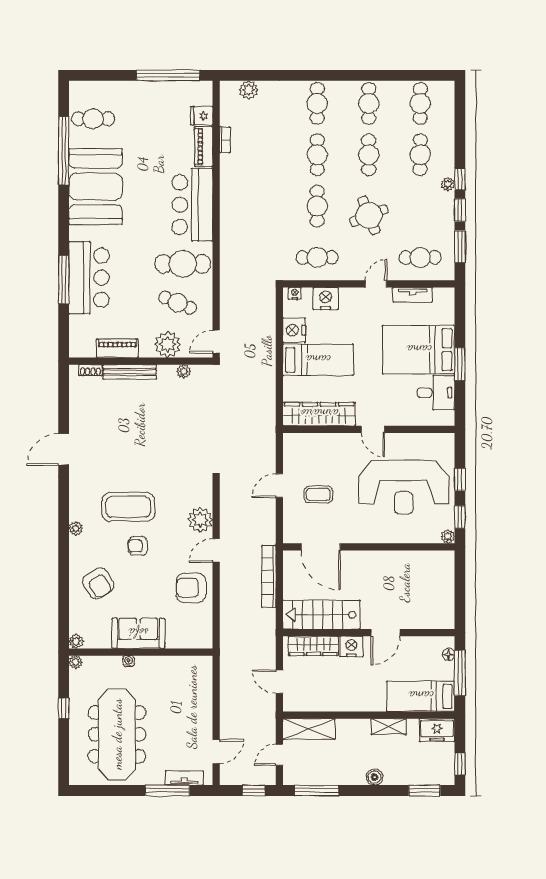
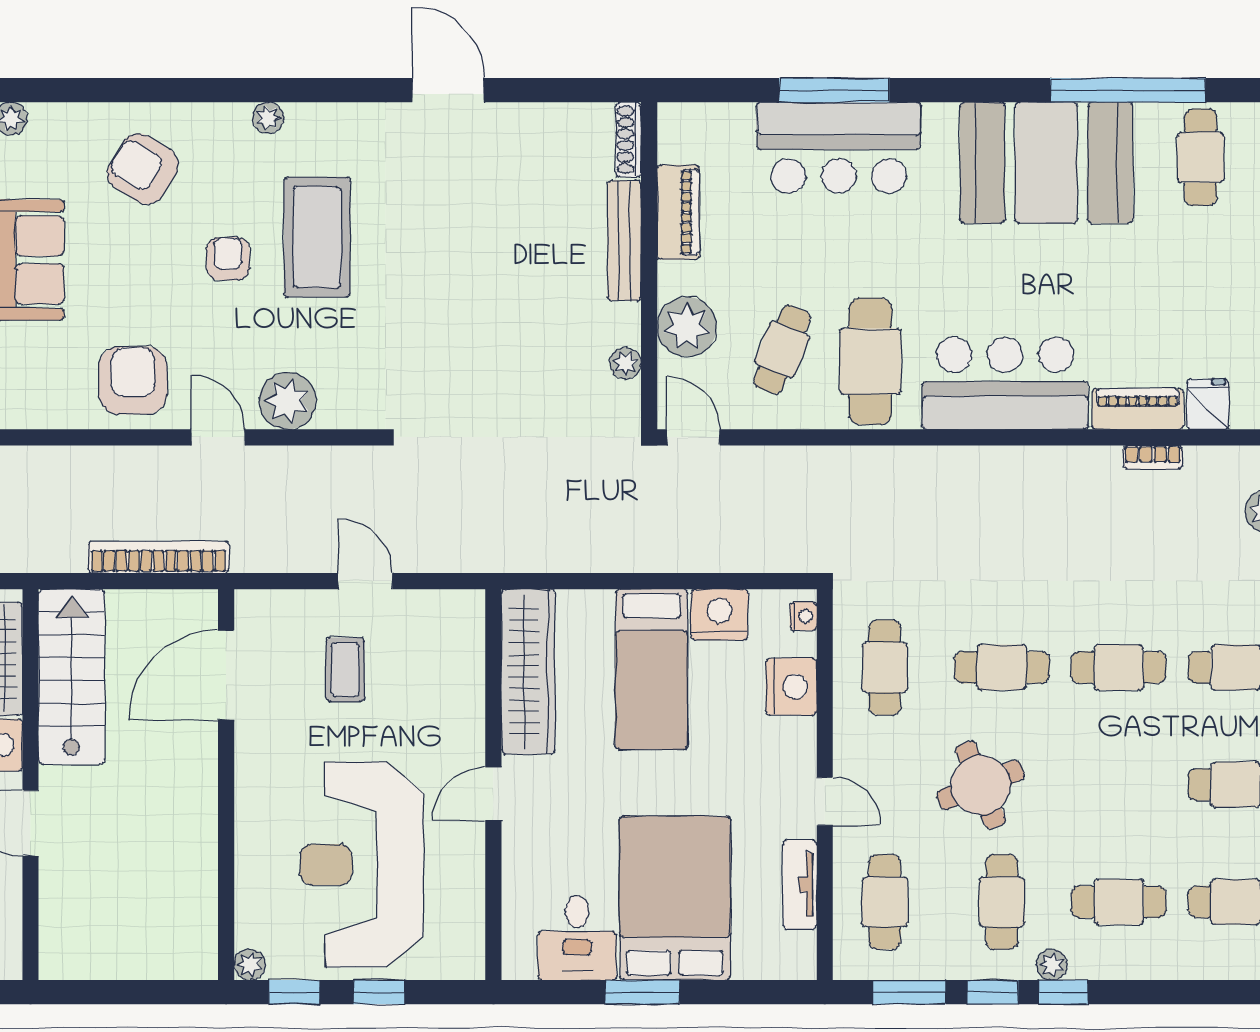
cafe table: (369, 155) -> (1002, 902), moved, turned 90
shoe rack: (90, 370) -> (628, 140), width x1.43
armchair: (98, 583) -> (143, 169), turned 63

